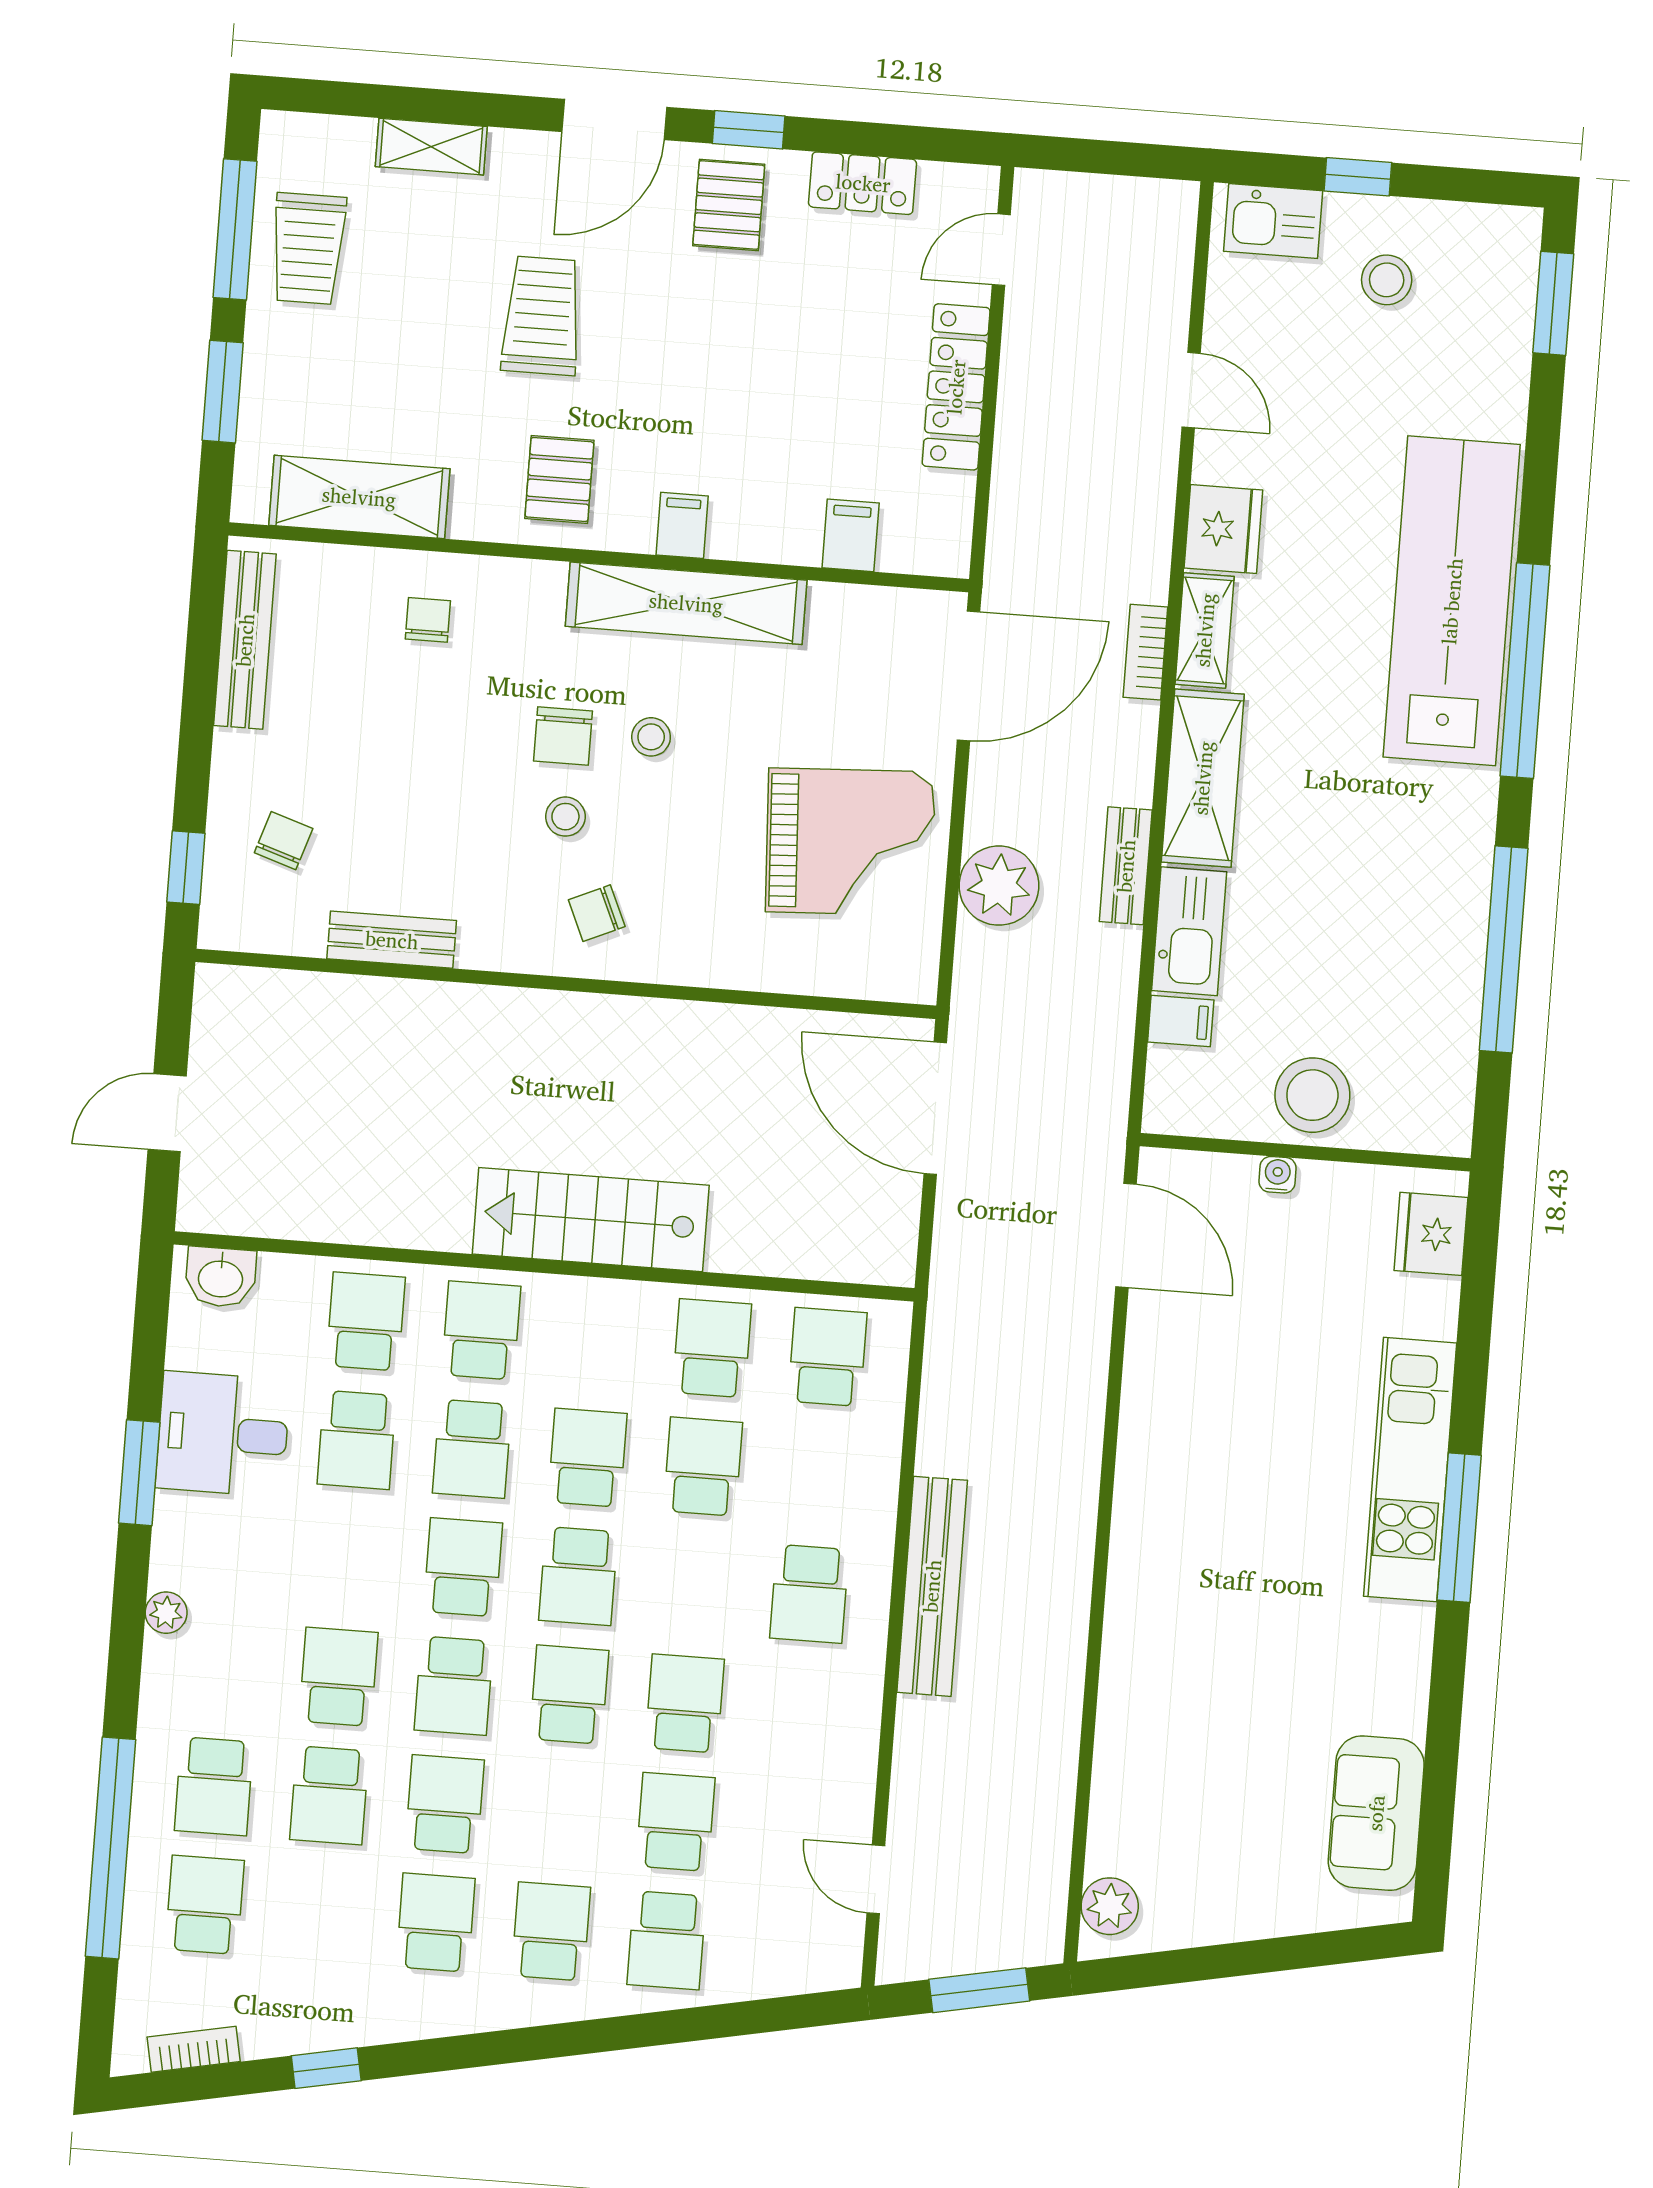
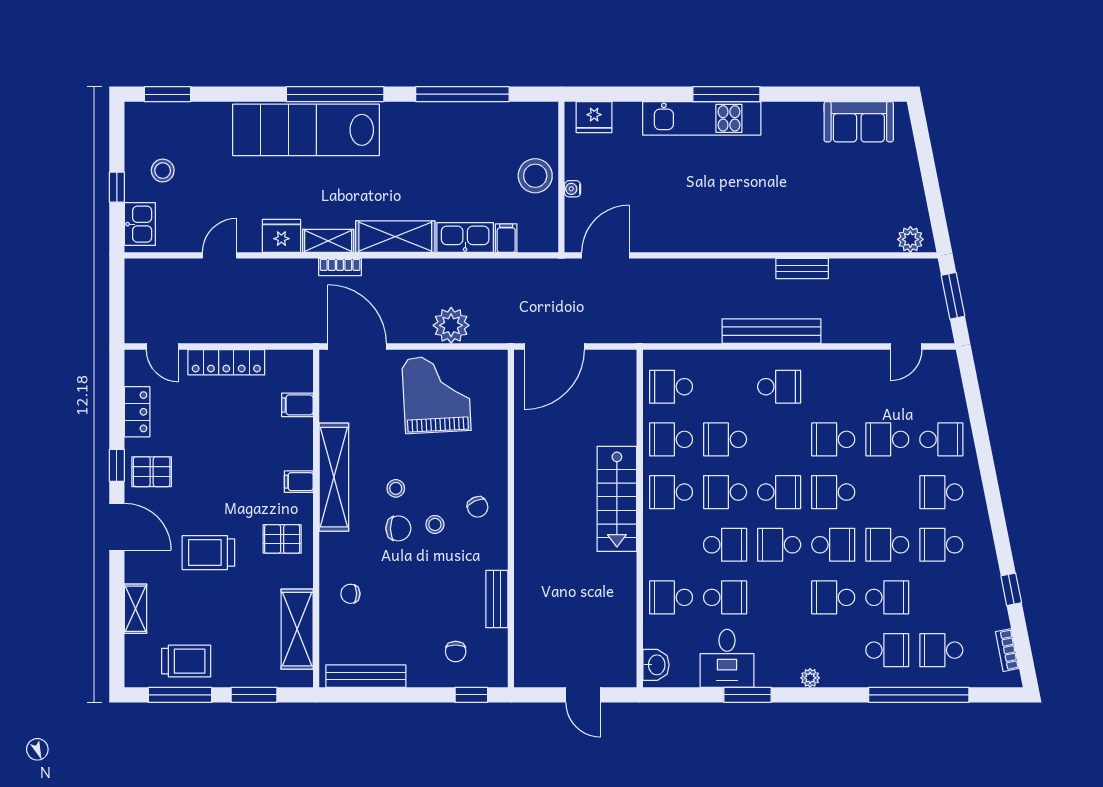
chair: (284, 841) -> (456, 652), turned -108
bench: (1126, 866) -> (802, 268), moved
school desk: (481, 1330) -> (671, 492), moved

